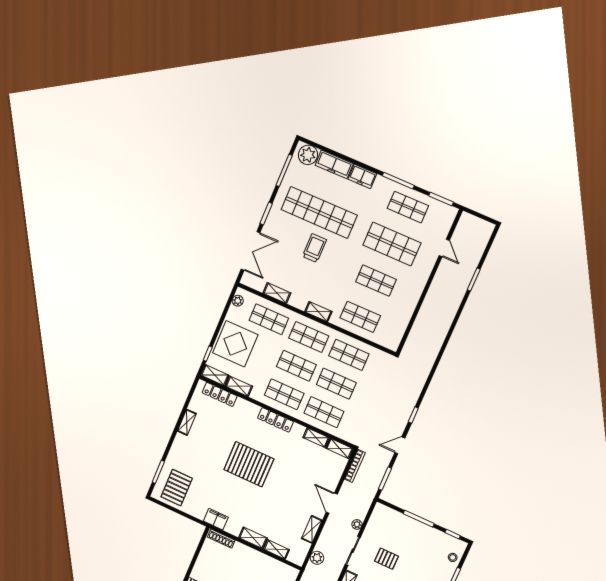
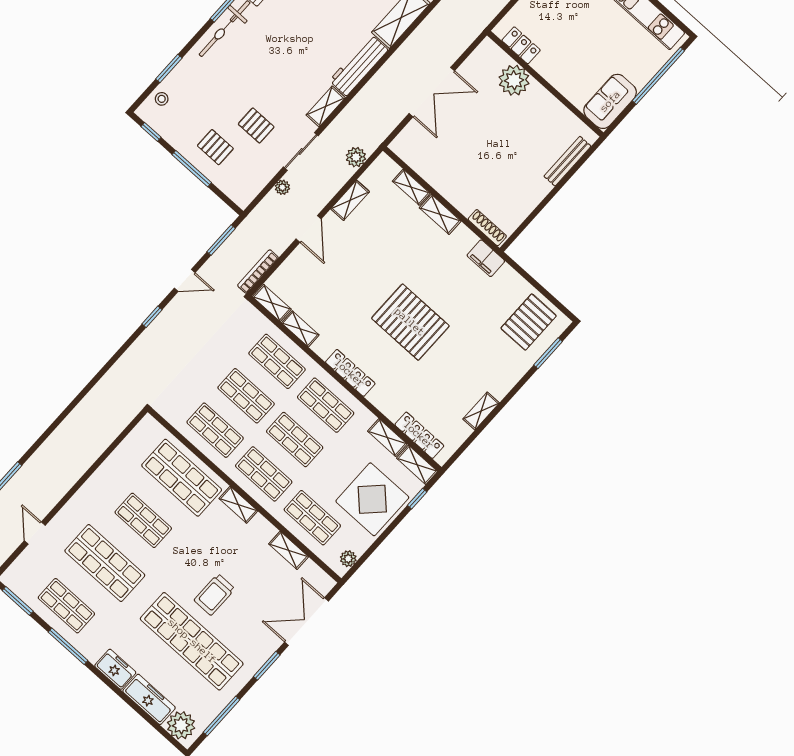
shop shelf: (360, 317) -> (182, 478), width x1.43, depth x1.36
pallet: (408, 537) -> (215, 147), added

